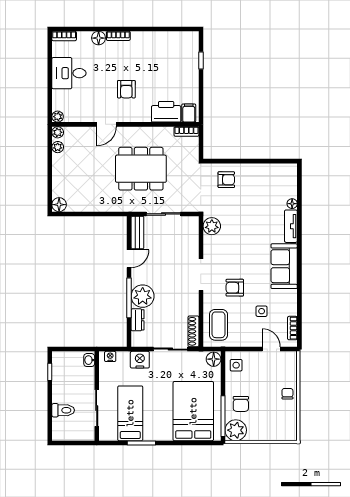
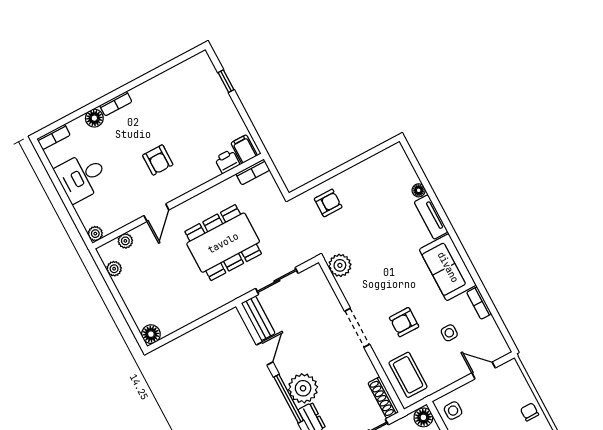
printer: (166, 112) -> (227, 161), width x0.53, depth x0.68
plant: (58, 132) -> (125, 241), moved
bookcase: (292, 328) -> (479, 303), moved

